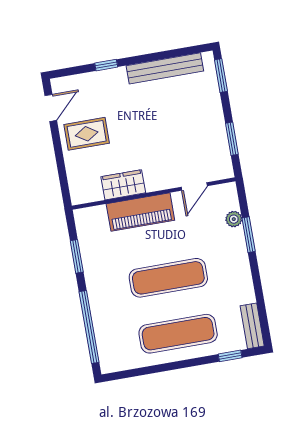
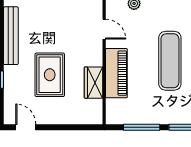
rug: (87, 134) -> (50, 75), moved, width x1.36, depth x1.43
window: (77, 256) -> (142, 127), width x1.44

